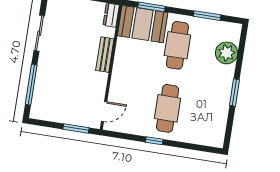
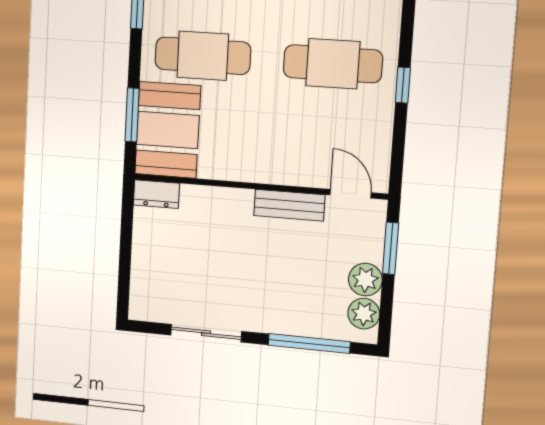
bench: (105, 55) -> (289, 205), moved
plant: (45, 113) -> (364, 314), added
plant: (61, 115) -> (365, 280), added

